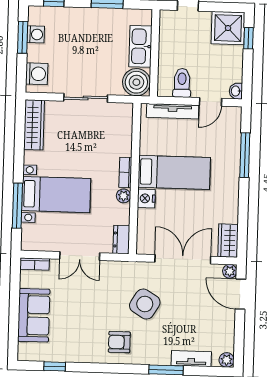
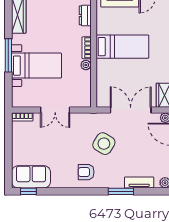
nightstand: (146, 198) -> (103, 66), removed
window: (17, 206) -> (8, 55), moved
dresser: (121, 240) -> (85, 15), moved
sofa: (34, 315) -> (31, 177), moved, turned -90
window: (55, 366) -> (28, 191), moved

